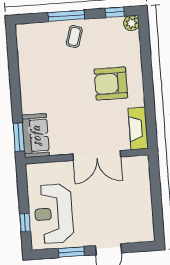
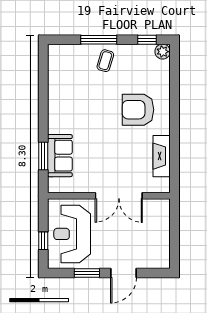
double door: (97, 155) -> (119, 196), moved
wall: (87, 156) -> (109, 196), moved

